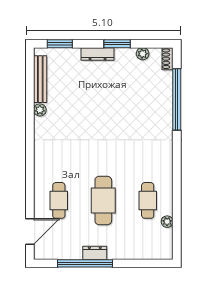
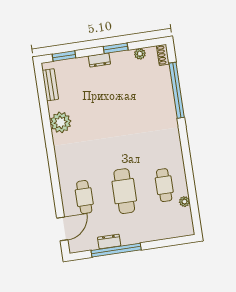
dresser: (98, 54) -> (99, 60), width x0.70
bench: (40, 79) -> (50, 85), width x0.73
plant: (40, 110) -> (61, 122), width x1.87, depth x1.87
dresser: (95, 253) -> (109, 242), moved

